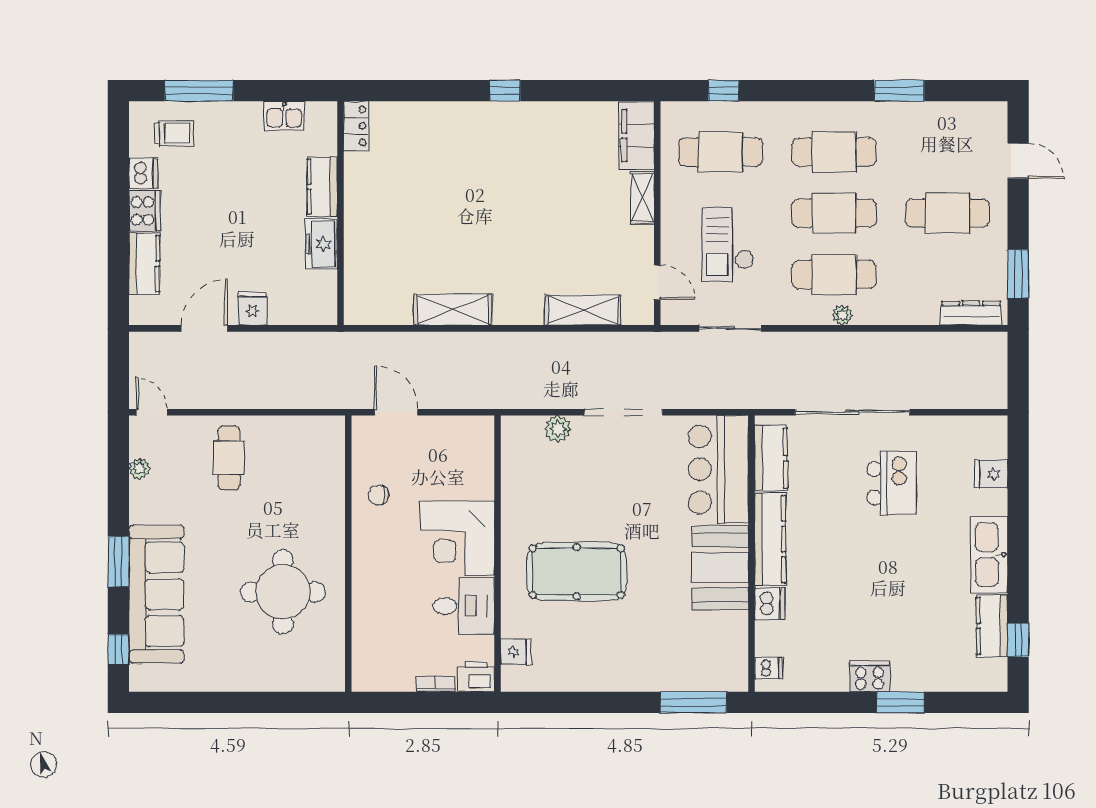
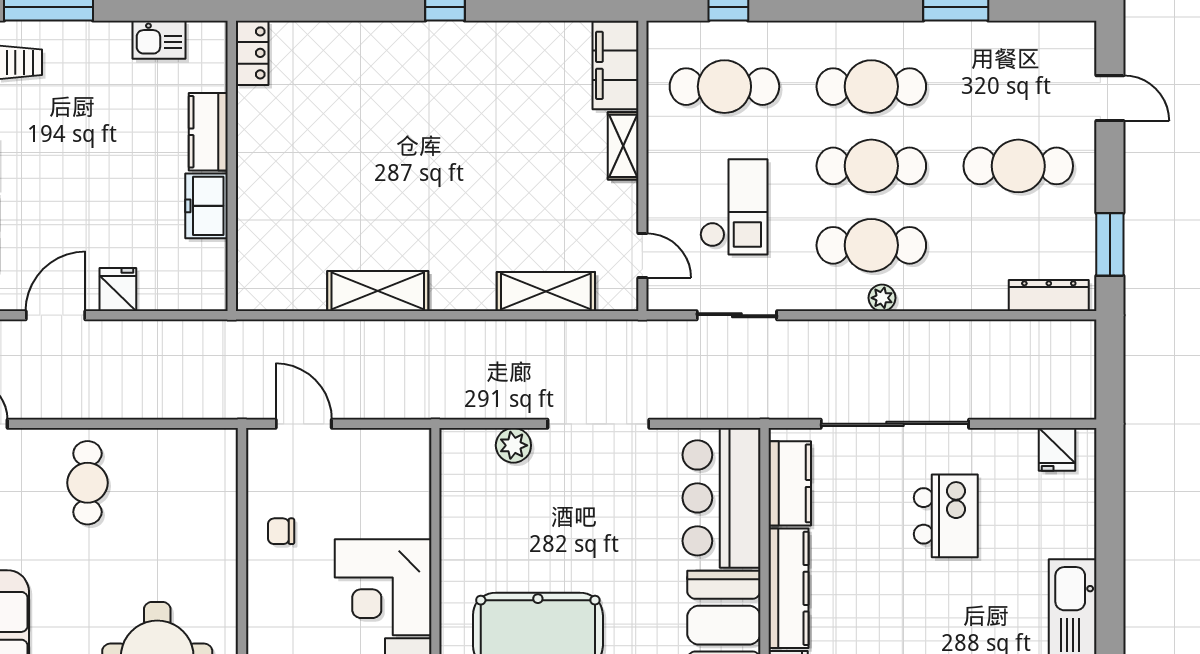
checkout: (728, 245) -> (734, 207), turned 180
fridge: (991, 474) -> (1057, 449), moved, turned -90

